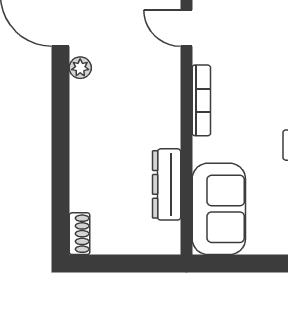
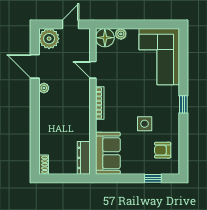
dresser: (167, 184) -> (84, 158), moved

